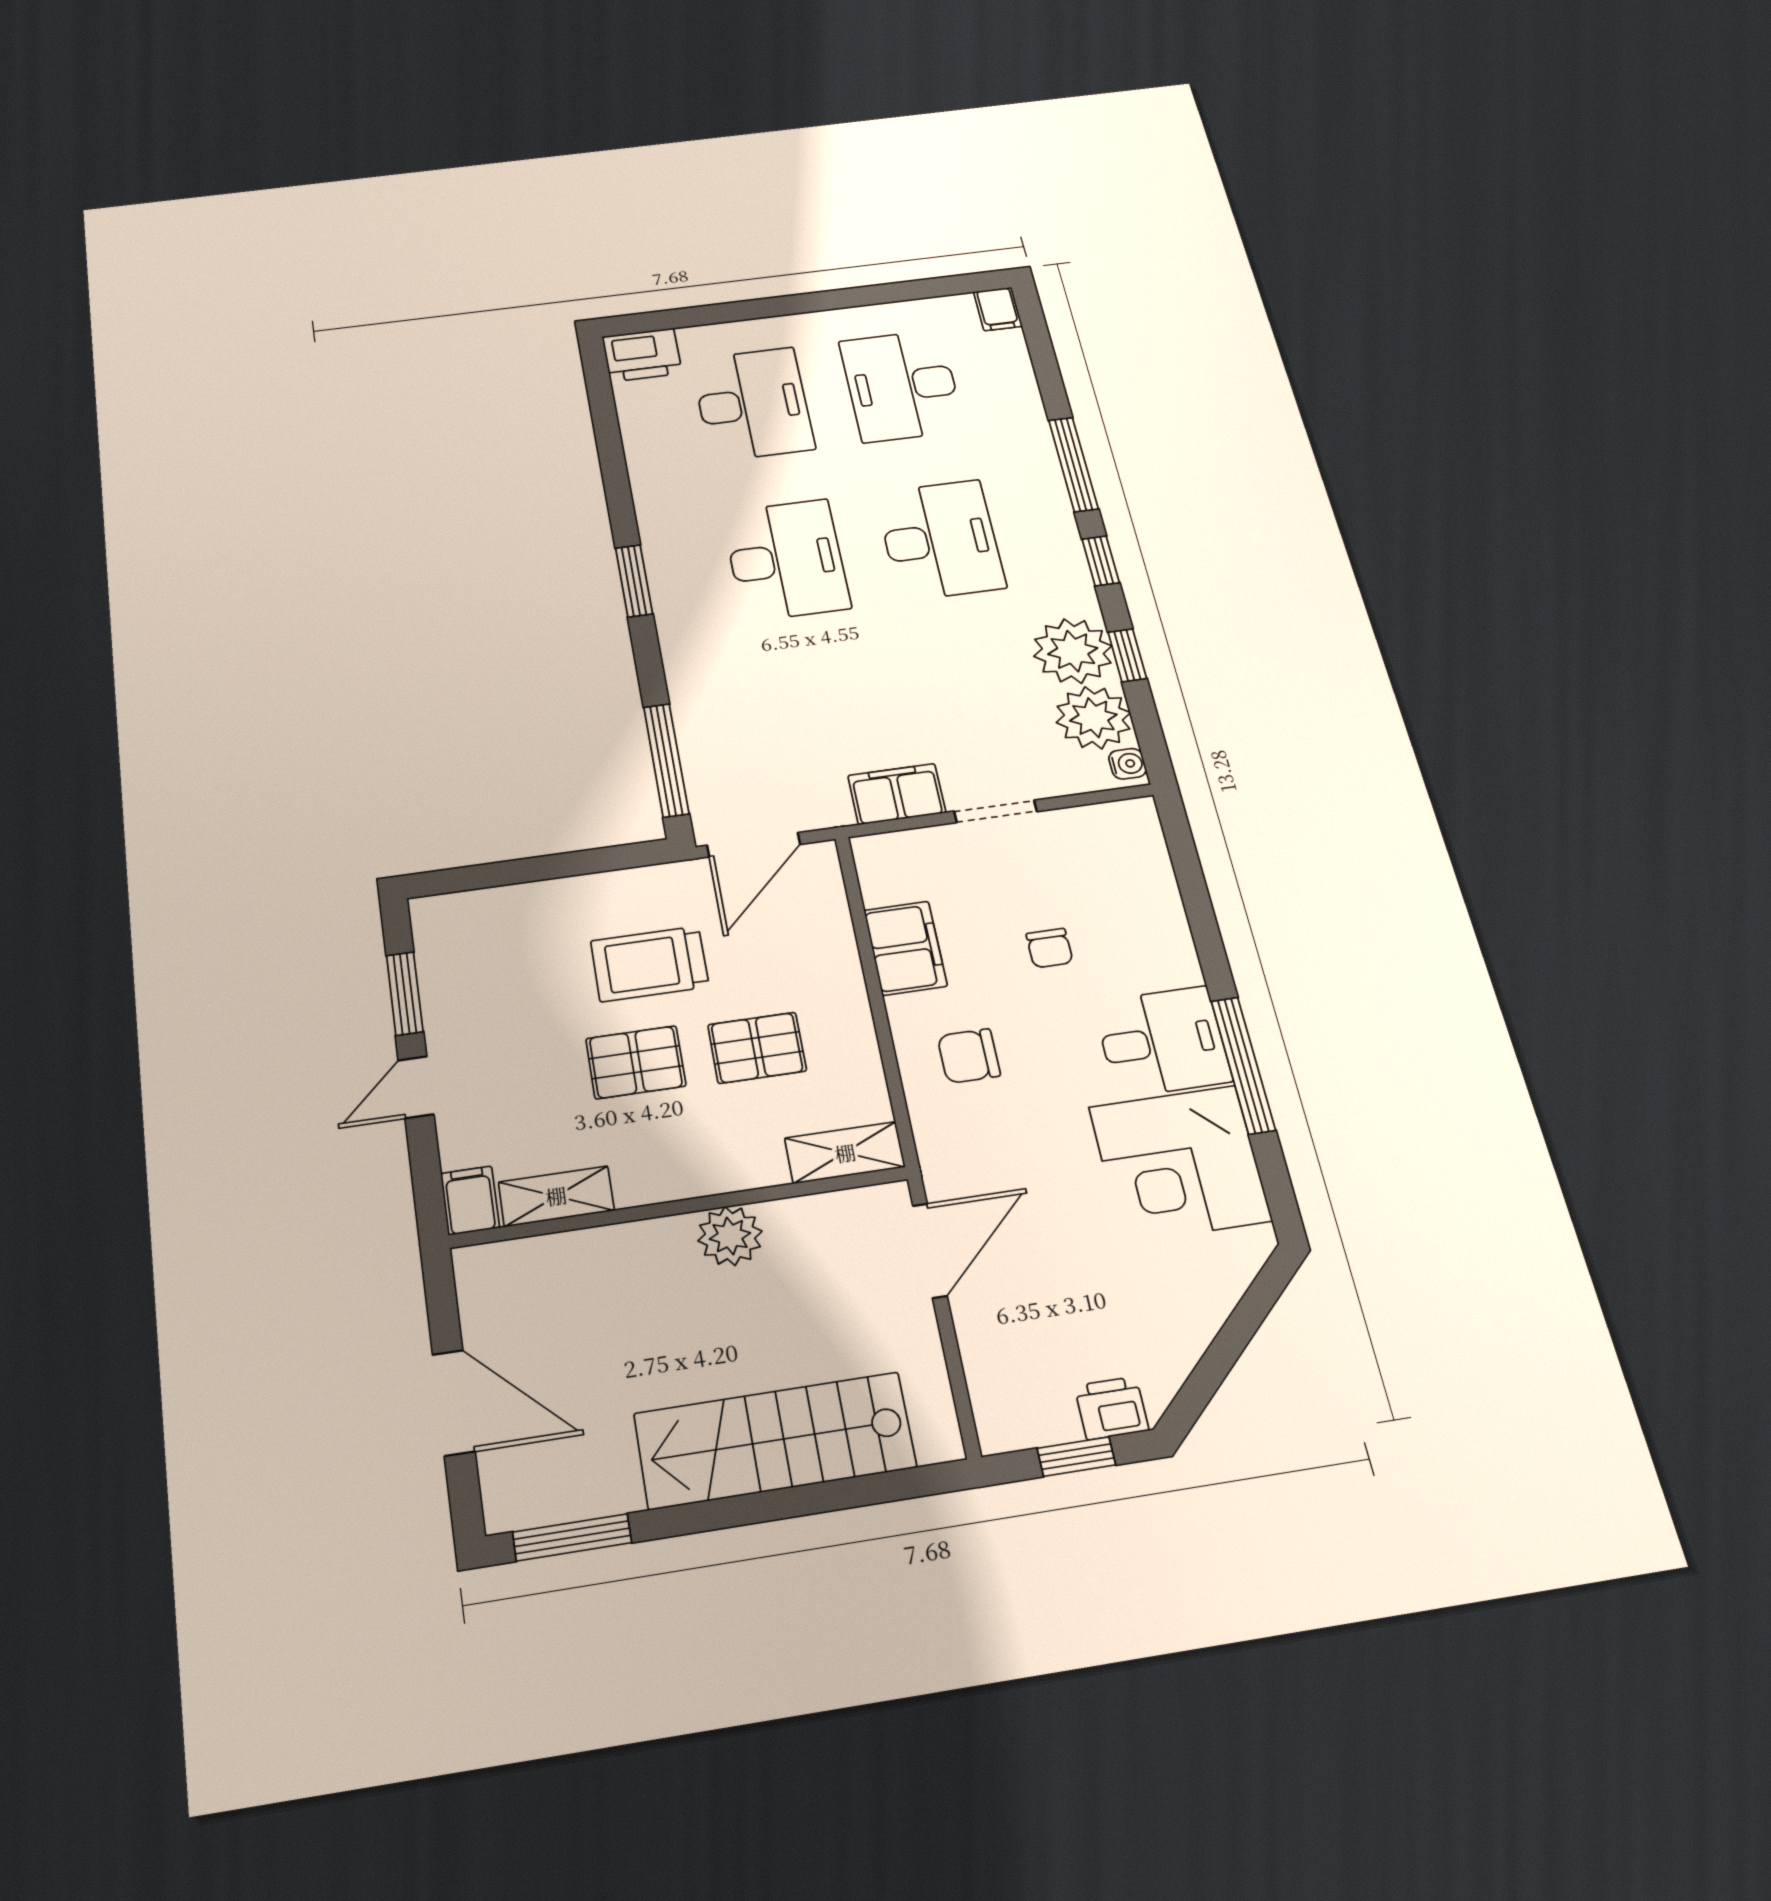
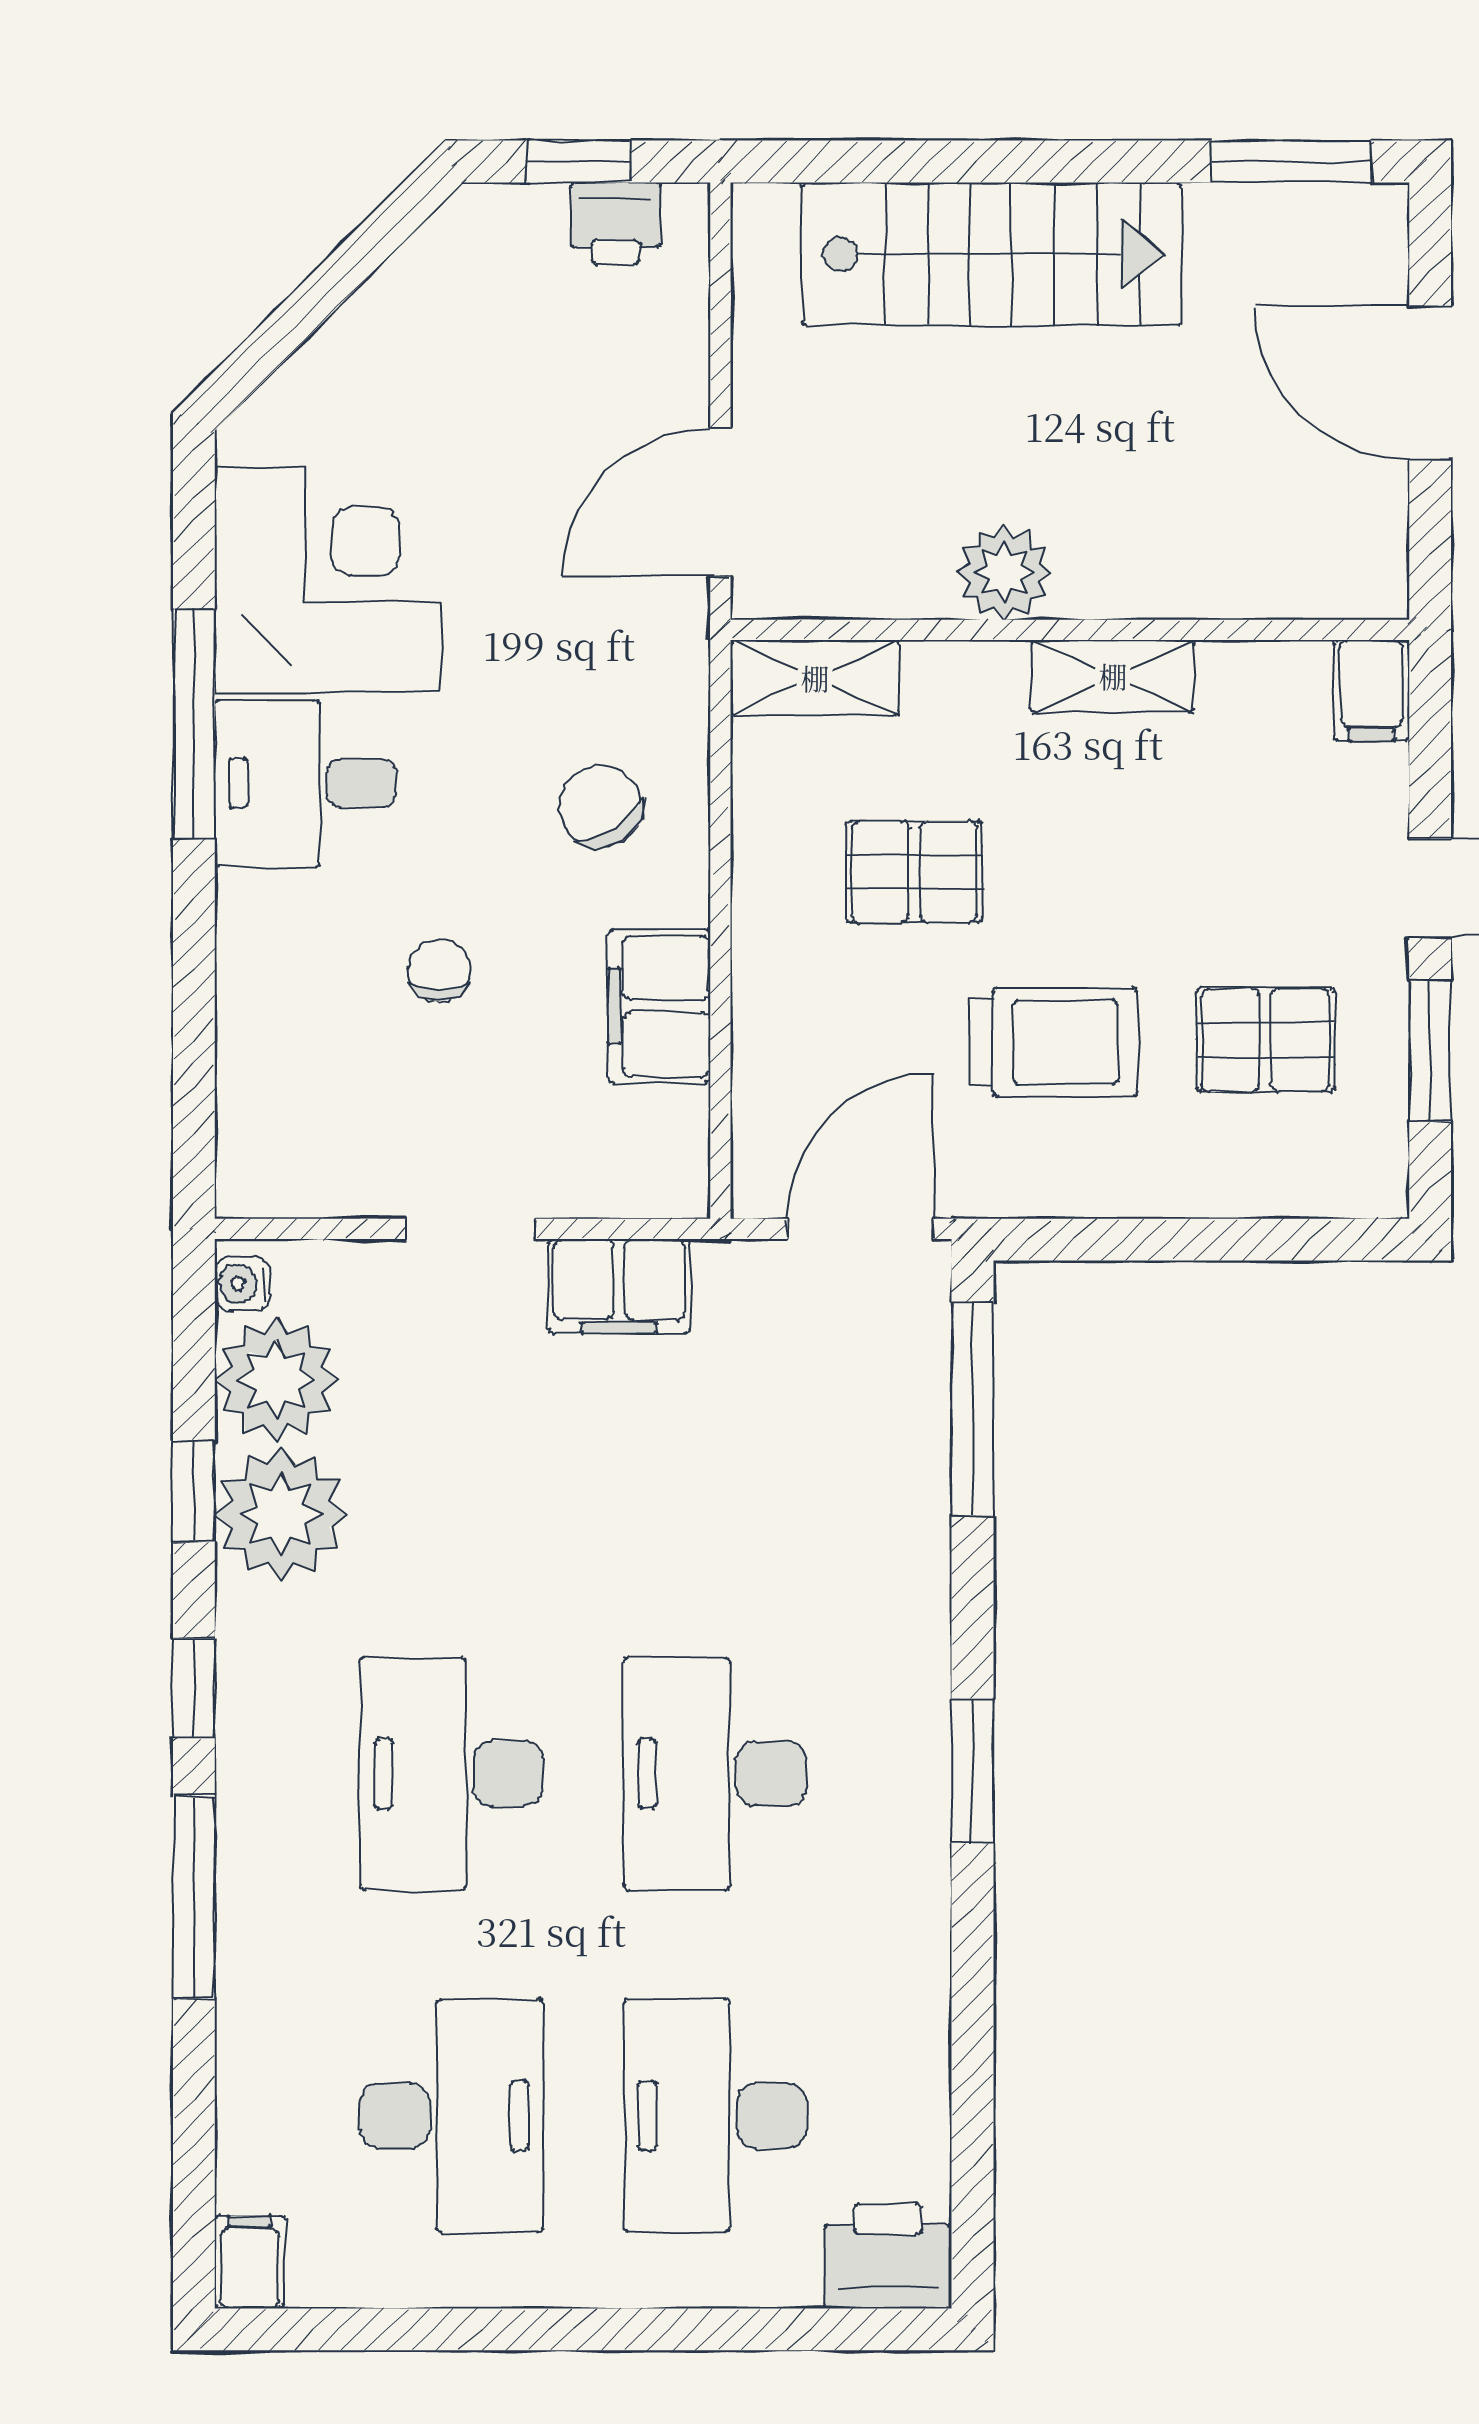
chair: (969, 1056) -> (600, 806), turned -122
pallet: (636, 1062) -> (1266, 1040), moved
shelving: (556, 1196) -> (1113, 676), moved
printer: (1111, 1408) -> (616, 223), moved

